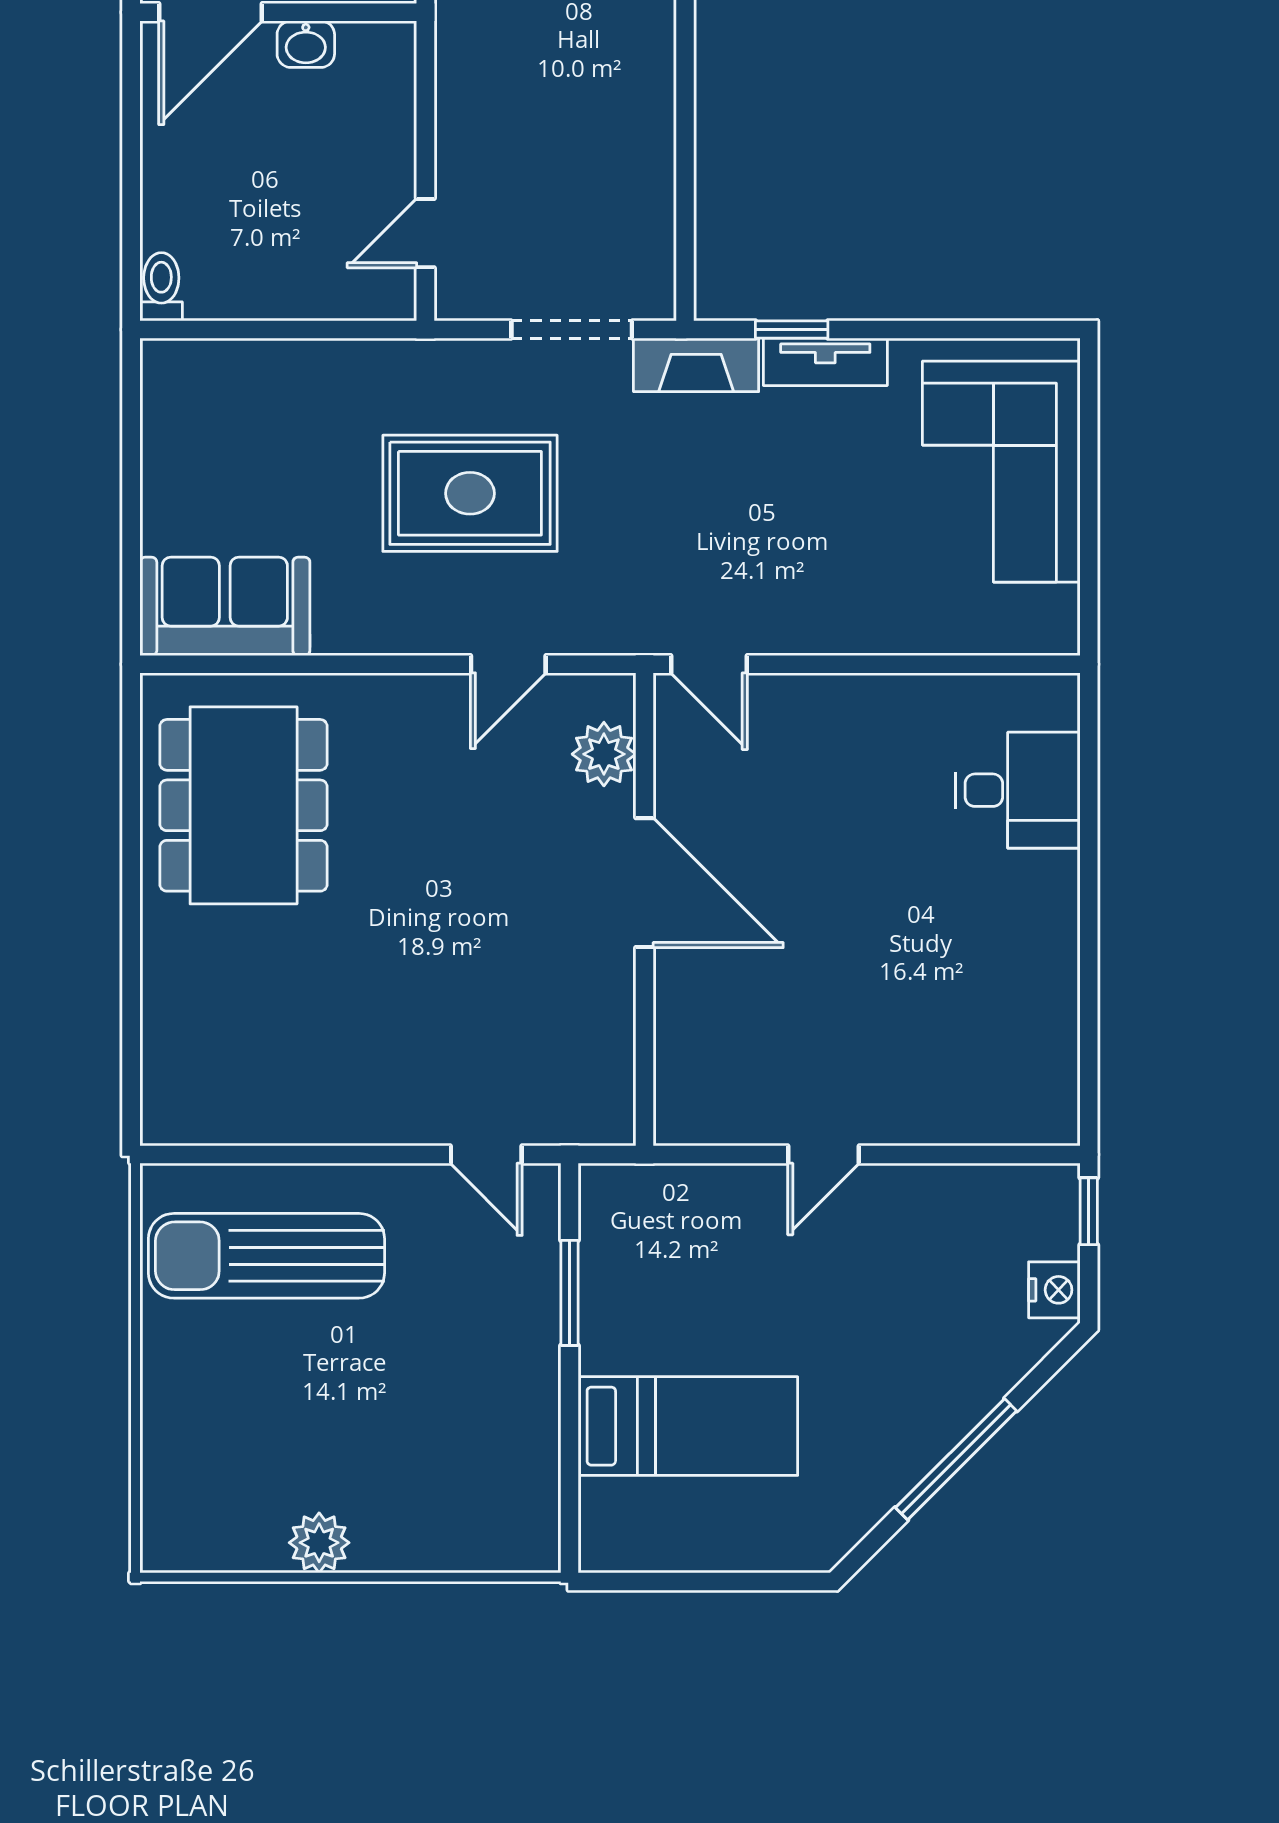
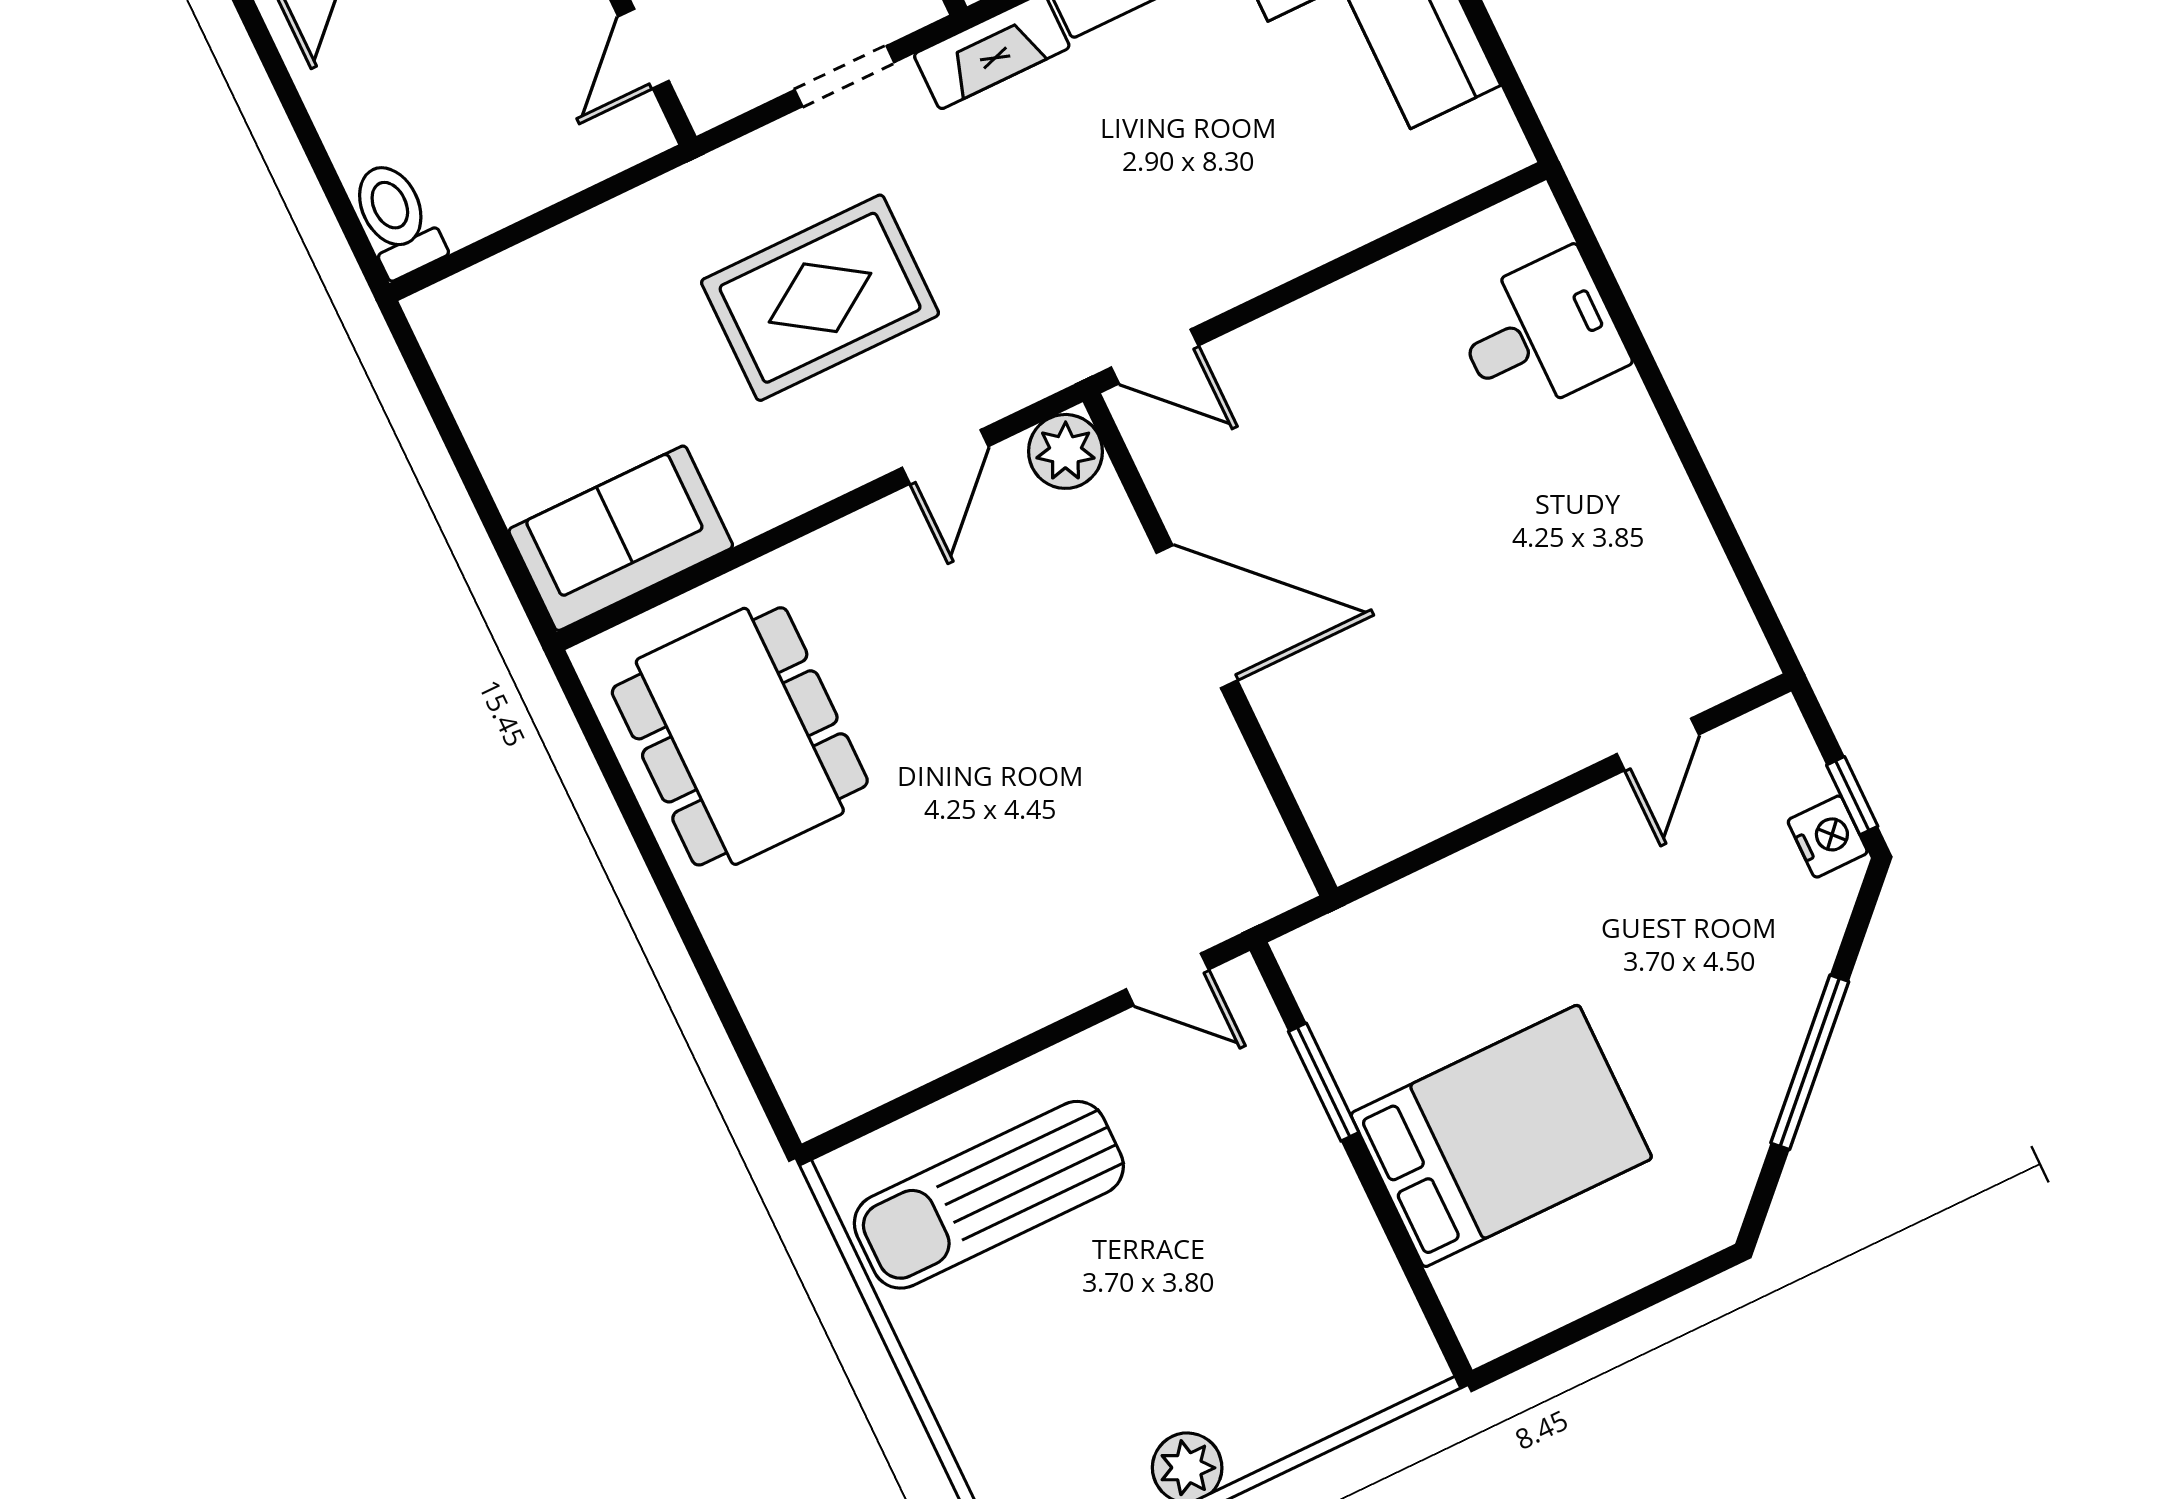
toilet: (161, 287) -> (396, 219), width x1.37, depth x1.39
doorway: (572, 330) -> (844, 76), width x0.73
plant: (604, 754) -> (1065, 451), moved
door: (823, 1155) -> (1658, 744), moved
window: (1089, 1211) -> (1852, 796), moved
bed: (688, 1426) -> (1501, 1136), width x1.50

